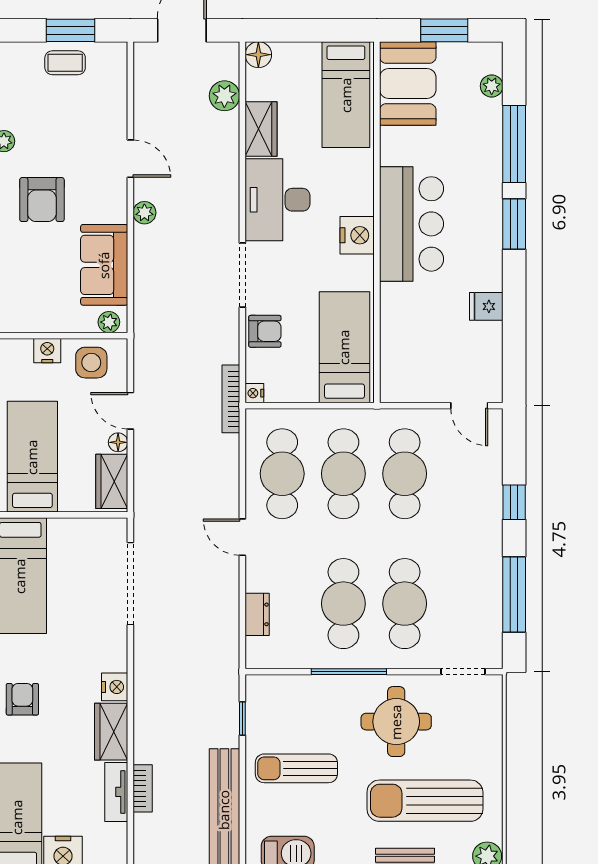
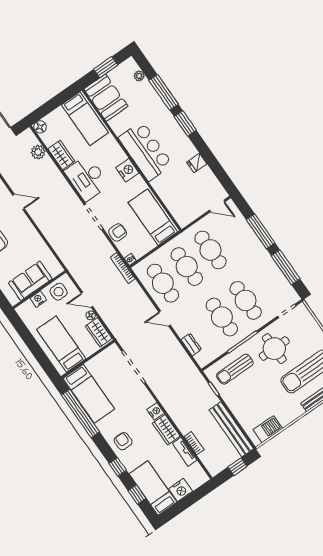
plant: (144, 213) -> (39, 219), removed
sofa: (104, 265) -> (30, 281), moved, turned 90
plant: (109, 322) -> (55, 271), removed
window: (514, 502) -> (261, 231), width x2.17
sun lounger: (296, 768) -> (235, 369), moved

